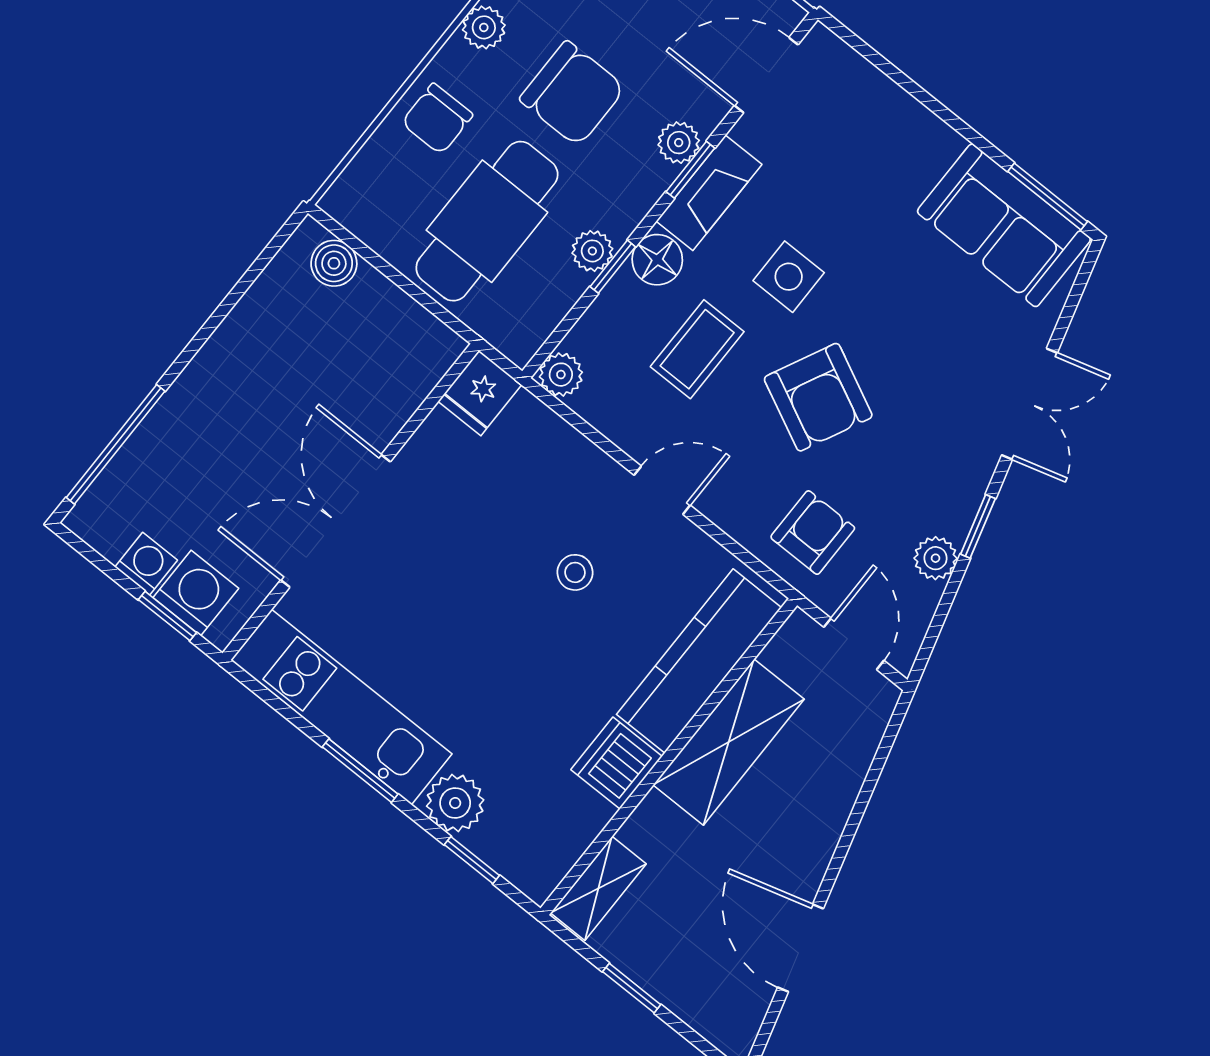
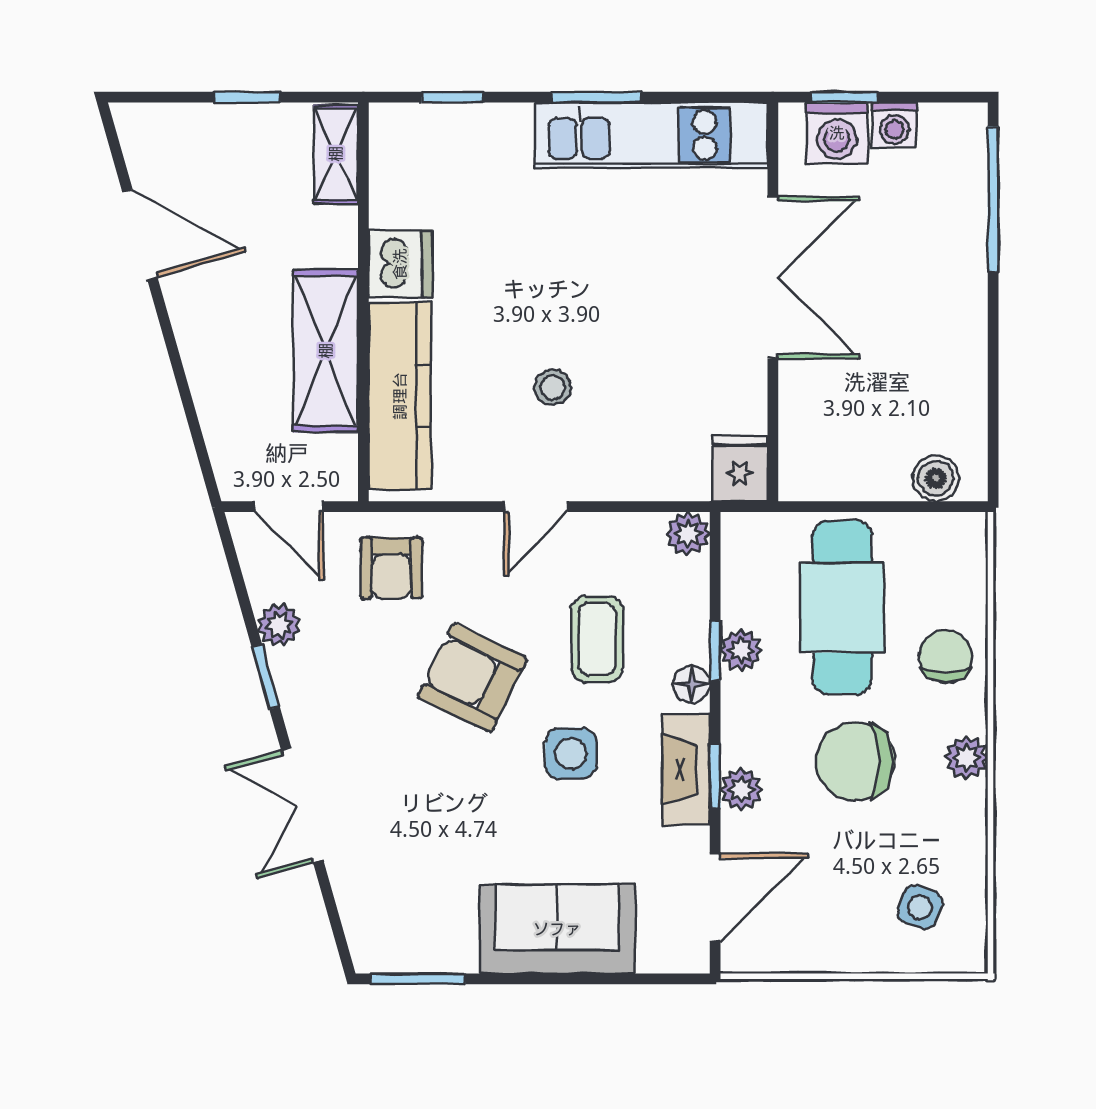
sofa: (1004, 225) -> (557, 929), moved
floor lamp: (657, 260) -> (691, 684), width x0.73, depth x0.73
plant: (455, 803) -> (502, 131), removed

